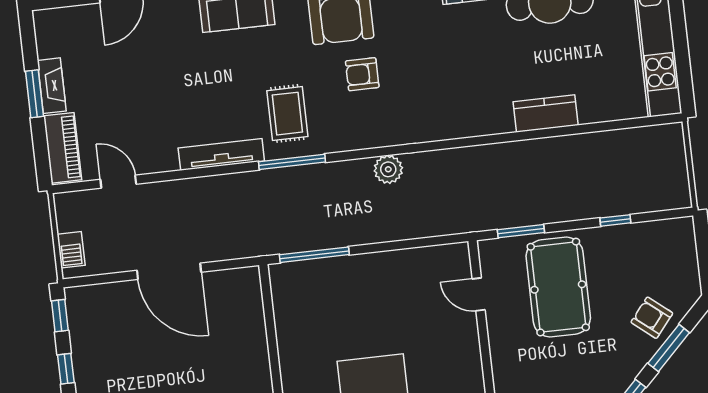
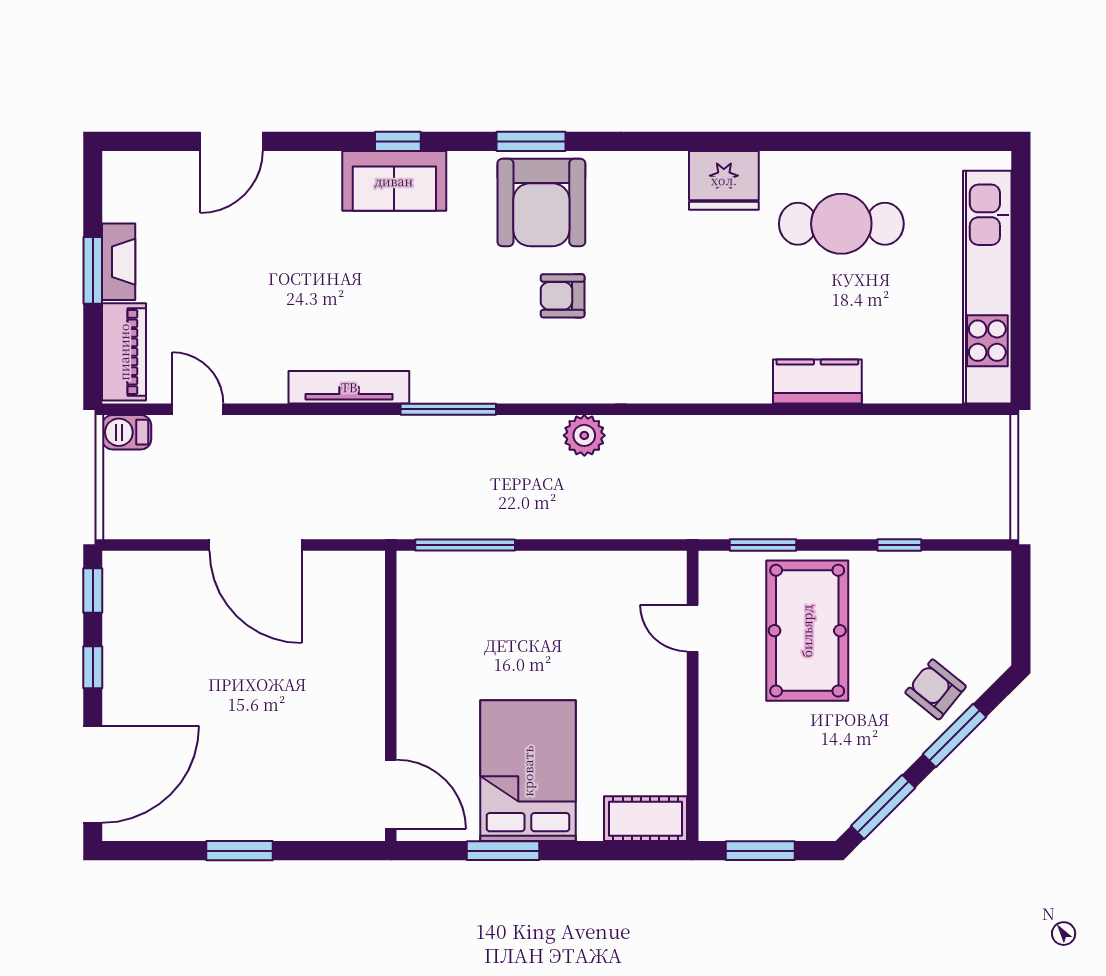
rug: (287, 114) -> (450, 340), removed
barbecue: (71, 250) -> (127, 432), moved, turned 90

